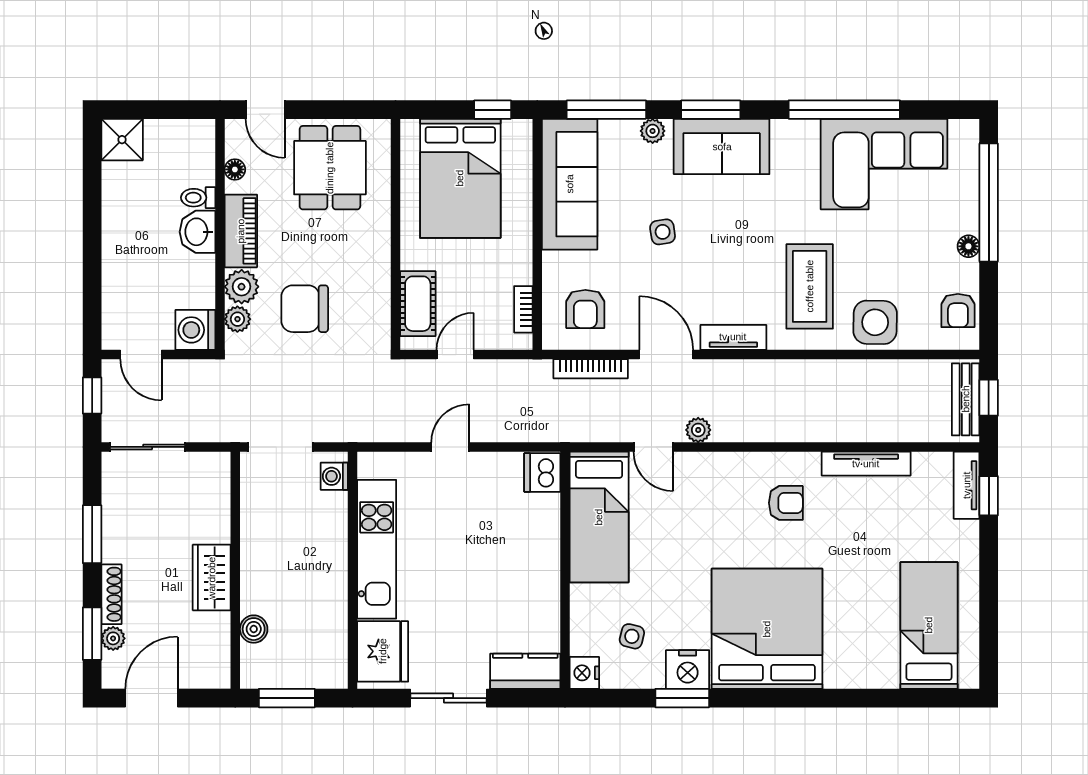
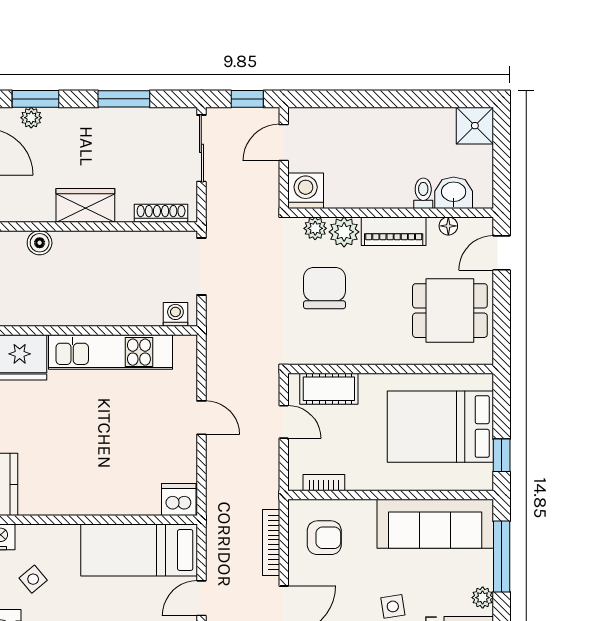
washbasin: (197, 232) -> (454, 193), moved
armchair: (585, 309) -> (324, 538), turned 180
shoe rack: (111, 594) -> (161, 213), moved, turned 180
side table: (632, 636) -> (33, 579), turned 36

